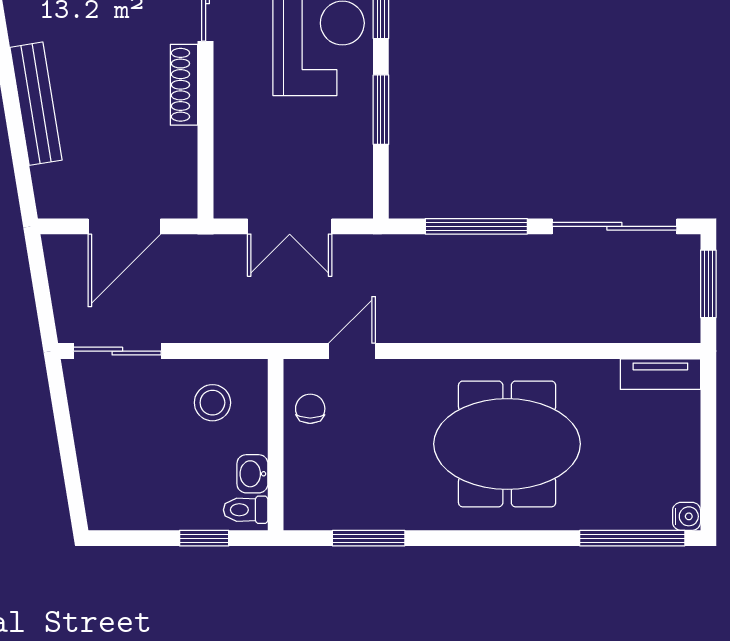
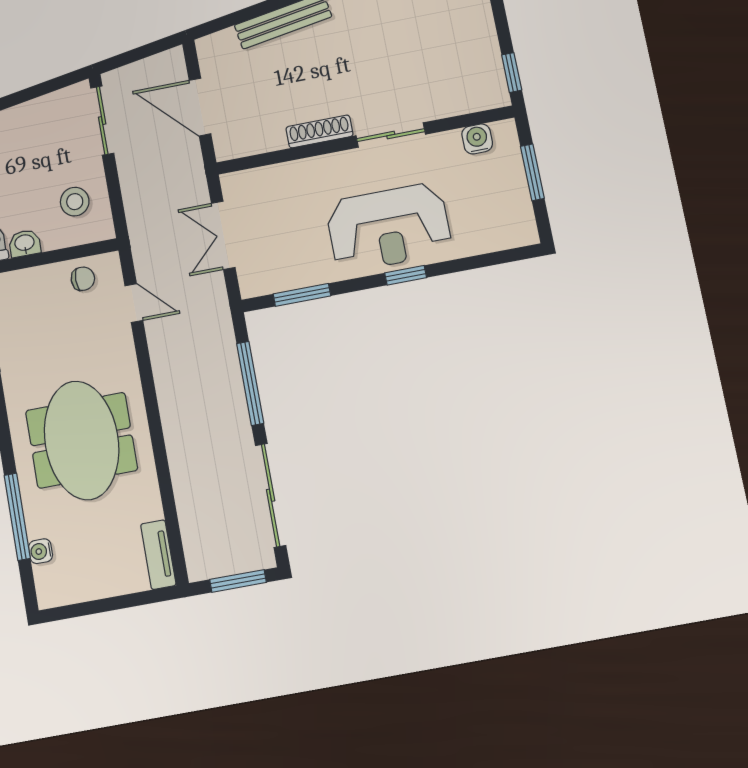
window: (381, 110) -> (302, 295), moved
water cooler: (687, 516) -> (41, 551), moved, turned 90
window: (632, 538) -> (17, 517), moved

